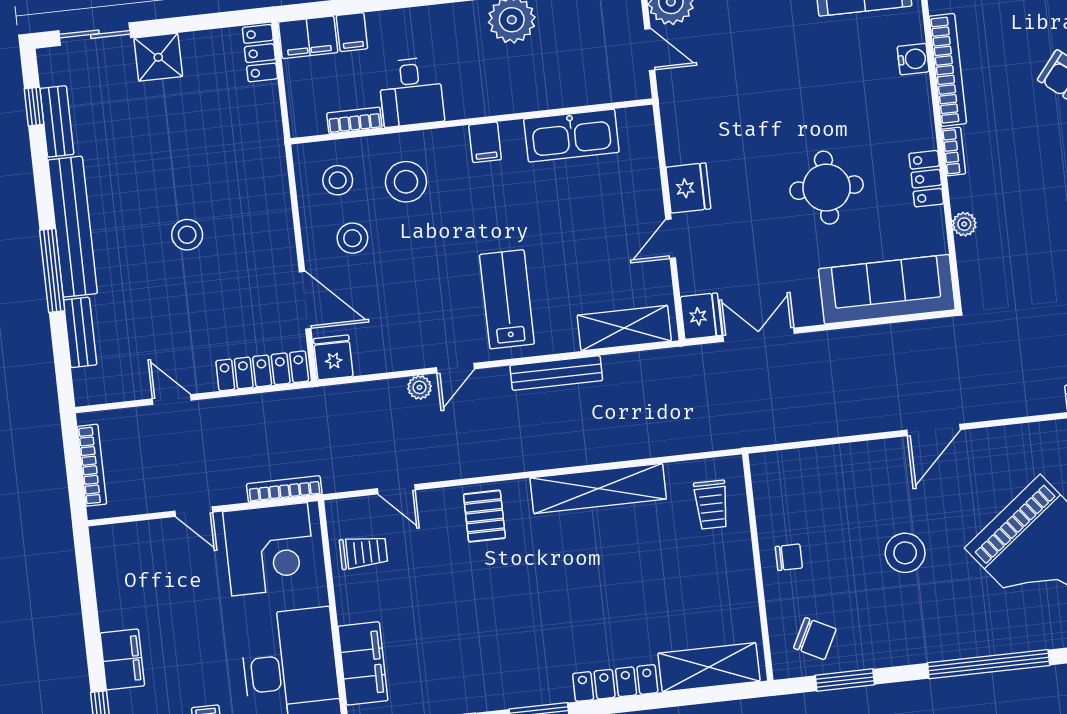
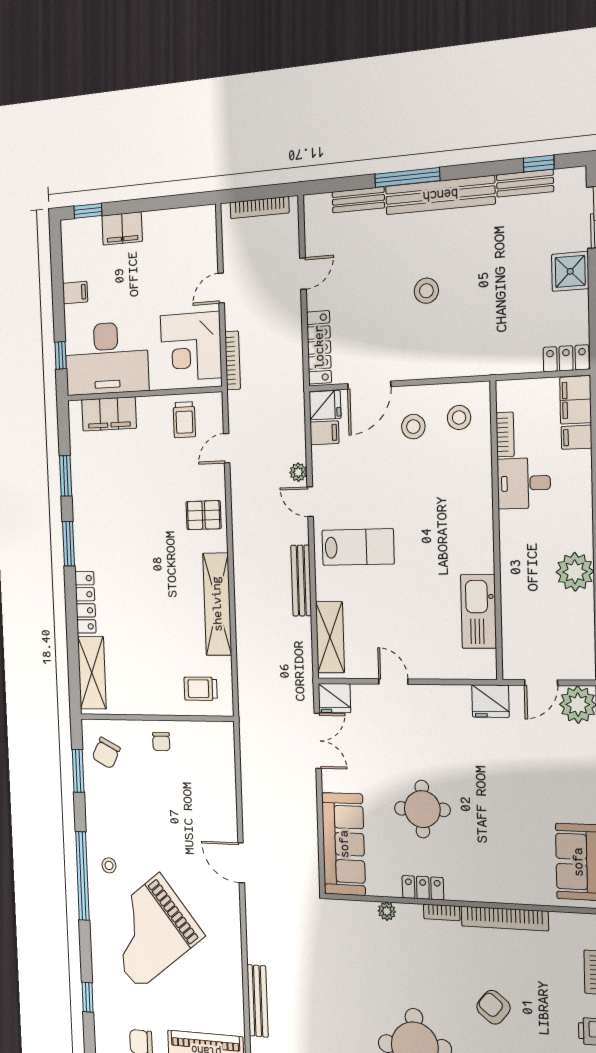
water cooler: (913, 59) -> (515, 893), removed
filing cabinet: (485, 142) -> (324, 433), moved, turned 180
stool: (406, 182) -> (453, 473), removed
fridge: (688, 188) -> (490, 701), moved
stool: (905, 553) -> (109, 865), moved, width x0.53, depth x0.53

